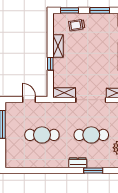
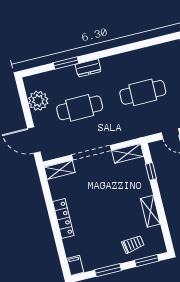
window: (50, 64) -> (151, 171), moved

